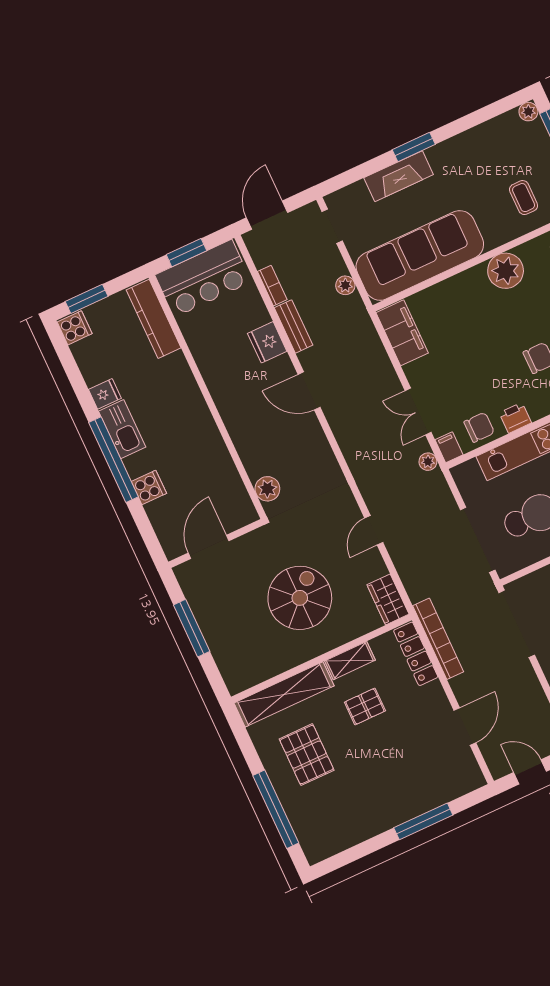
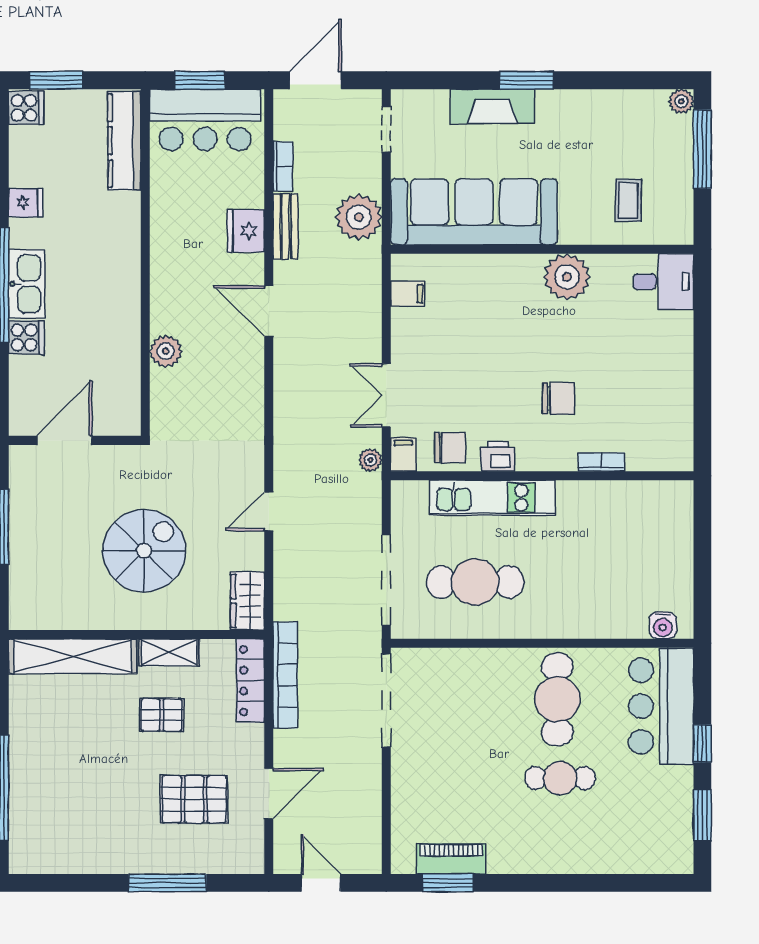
plant: (345, 285) -> (359, 217), width x1.87, depth x1.87
filing cabinet: (402, 333) -> (408, 294), width x0.33, depth x0.86
kitchen sink: (122, 429) -> (27, 284), moved
plant: (267, 489) -> (166, 351), moved
pallet: (307, 755) -> (194, 799), moved, turned 90

